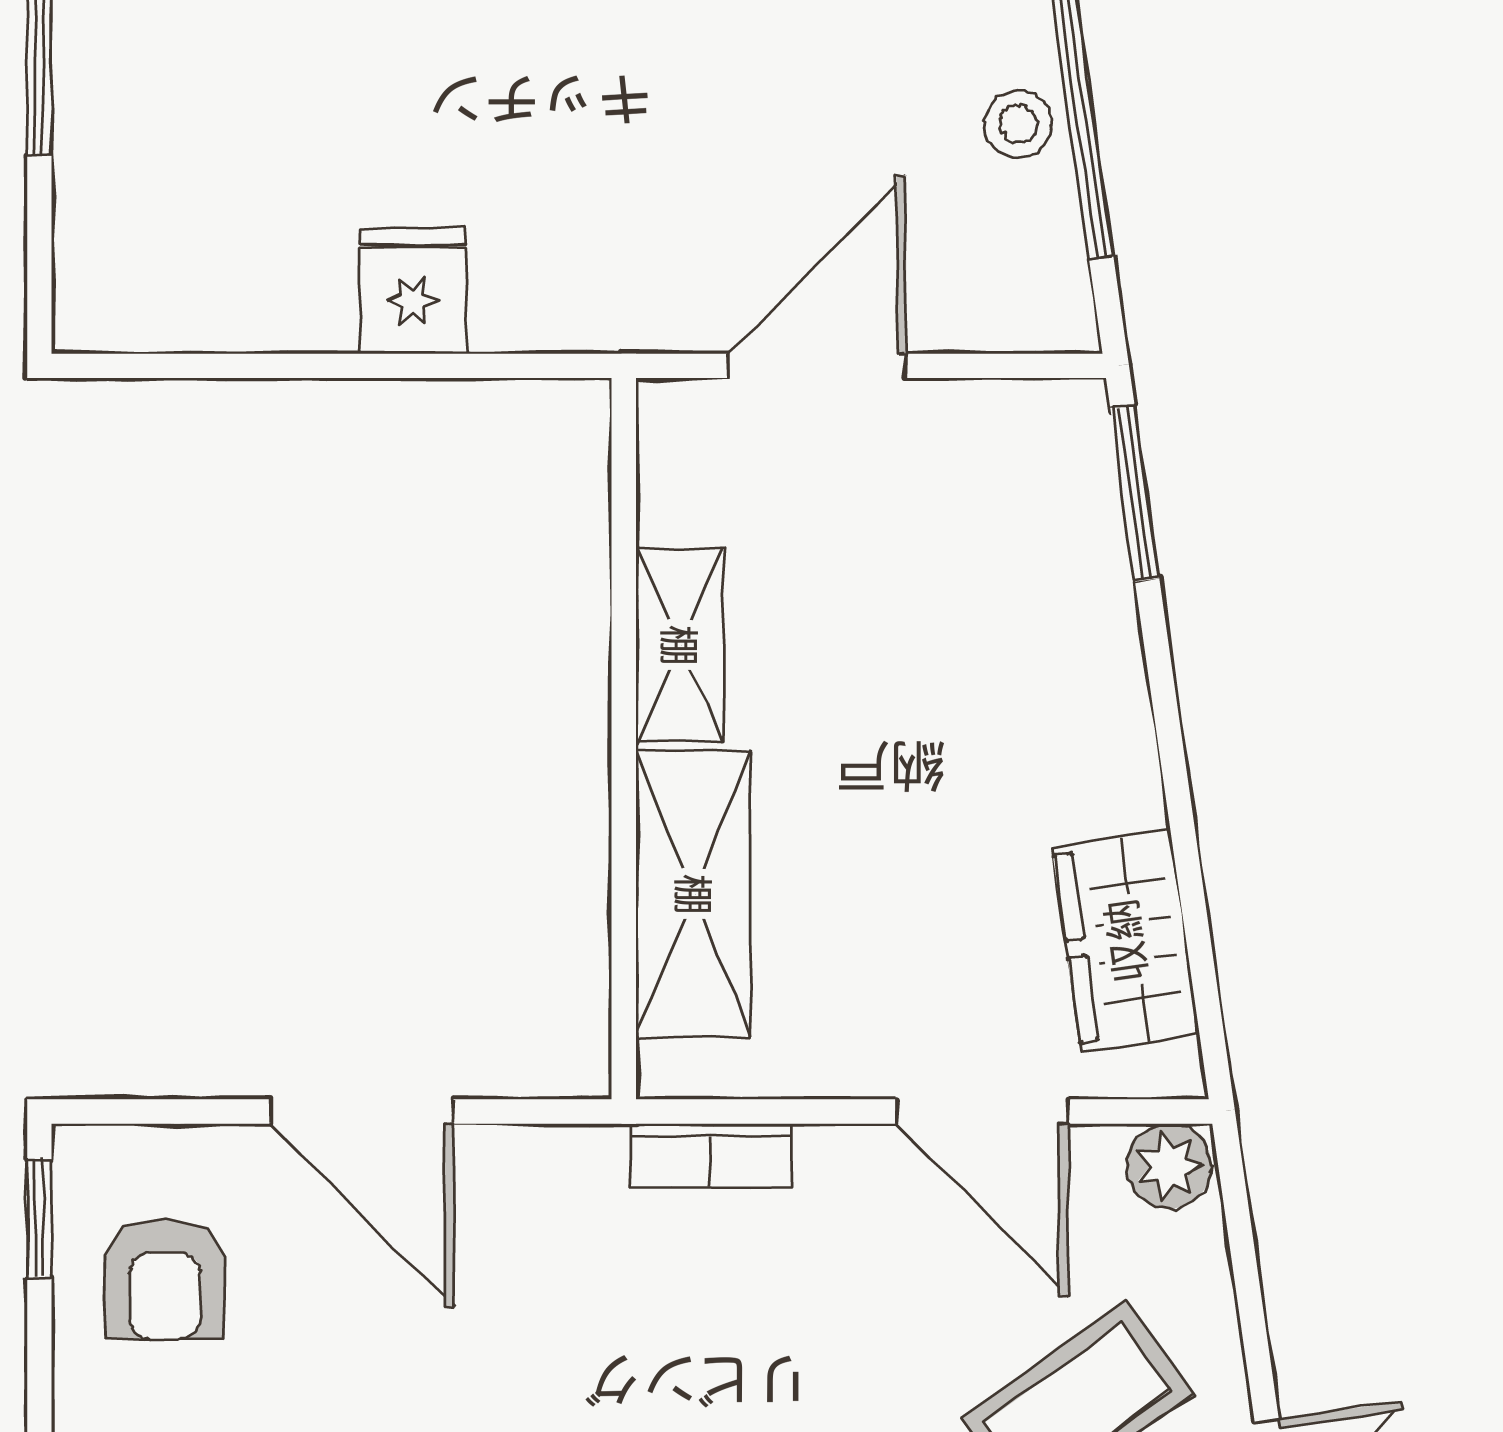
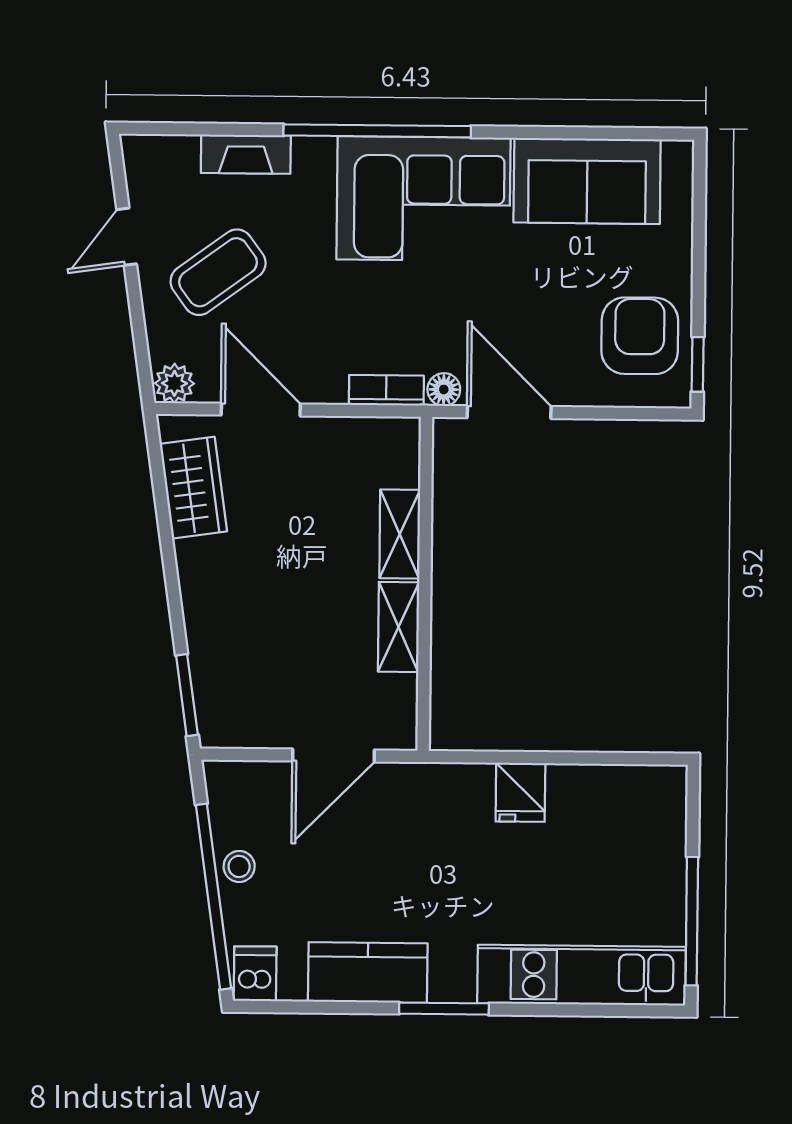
shelving: (693, 894) -> (400, 534), width x0.67, depth x0.75
door: (362, 1111) -> (509, 412), moved
floor lamp: (587, 1159) -> (444, 389), added
armchair: (165, 1279) -> (640, 336), width x1.38, depth x1.38

